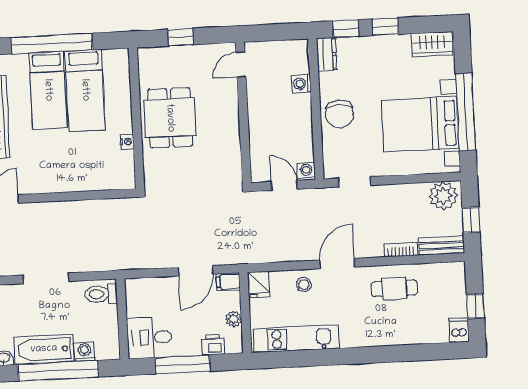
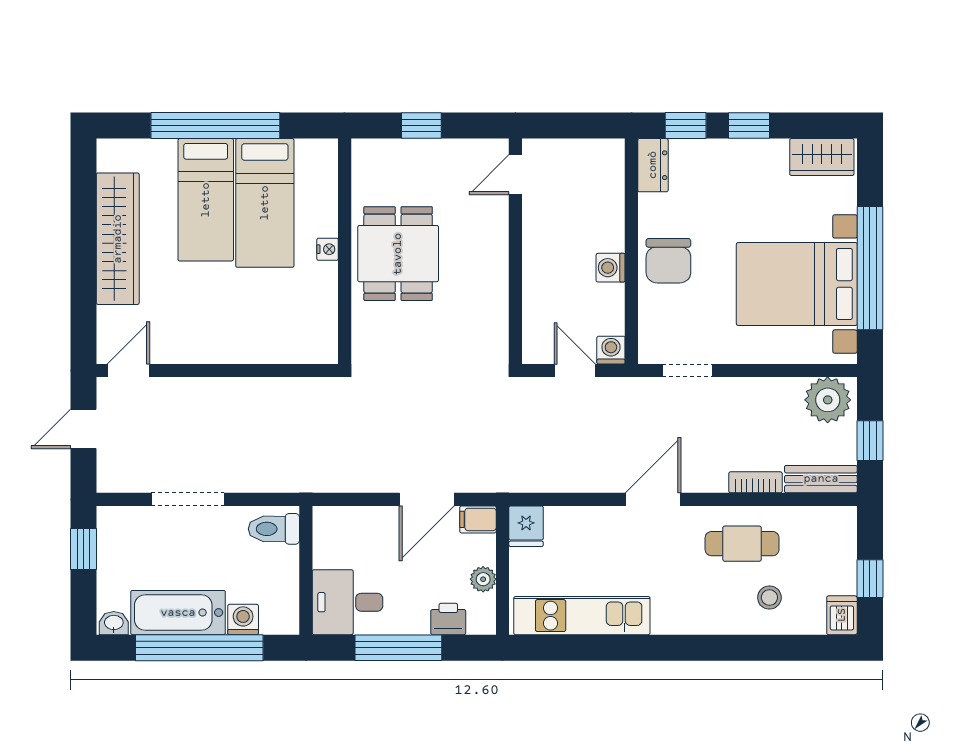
washing machine: (301, 84) -> (611, 268), moved
nightstand: (127, 142) -> (328, 249), moved
stool: (304, 285) -> (769, 598), moved

